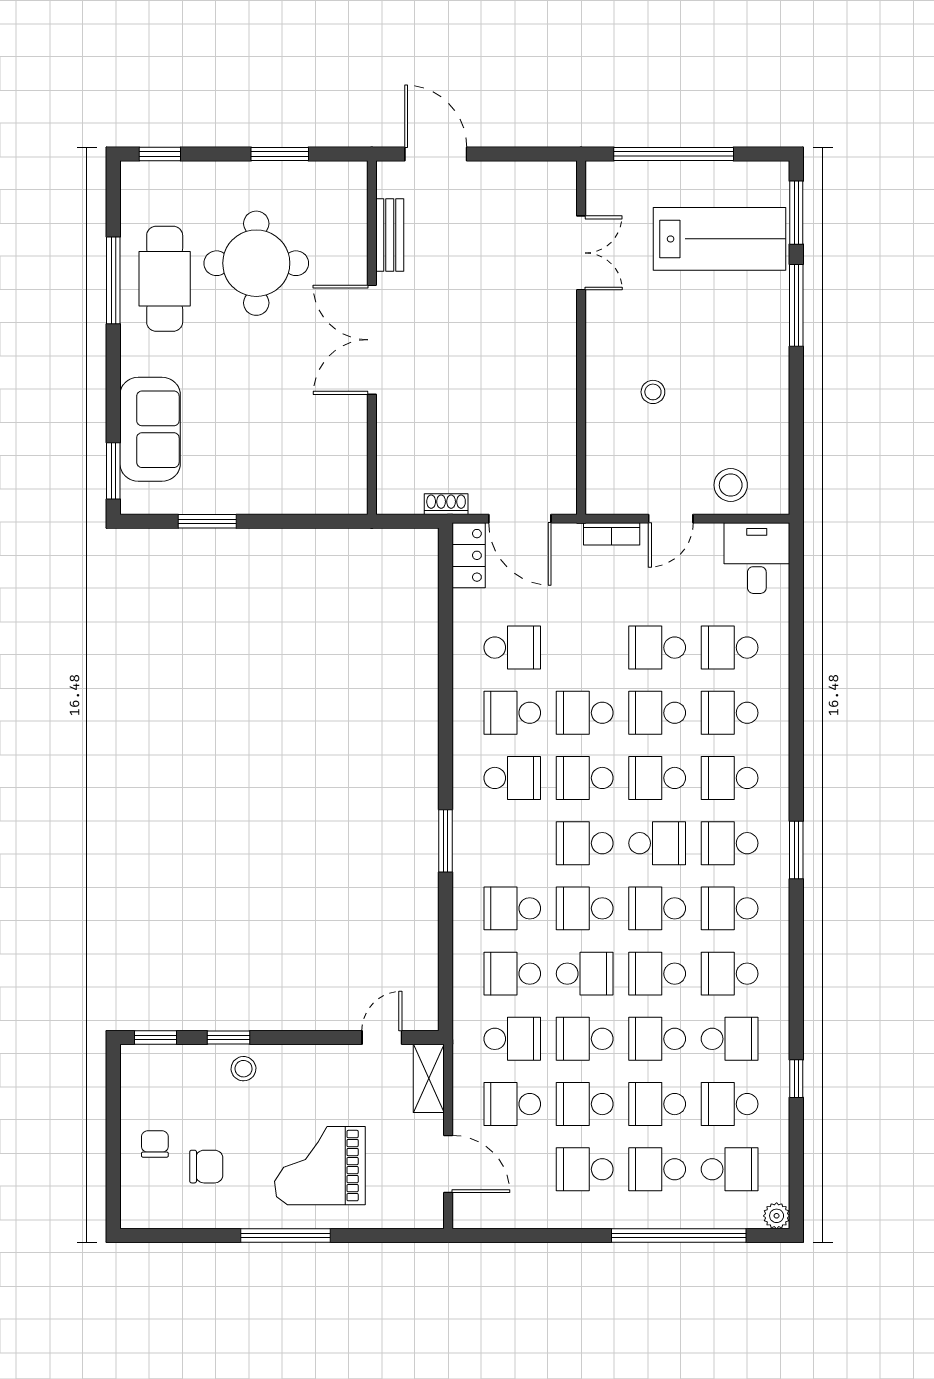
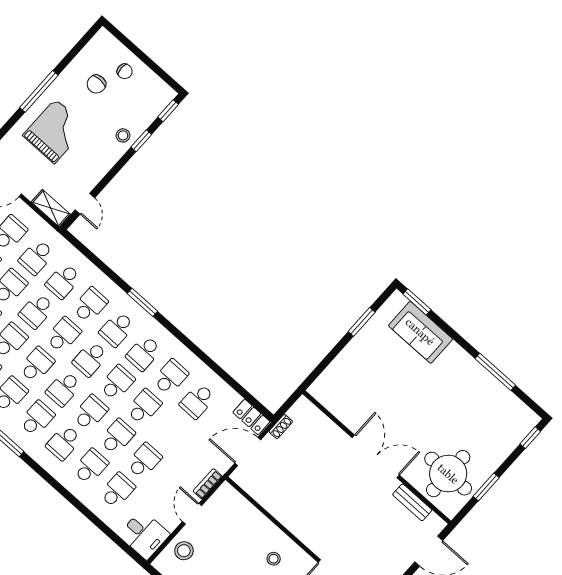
round table: (256, 263) -> (448, 474), moved
cafe table: (165, 279) -> (477, 394), removed
stool: (653, 392) -> (274, 559), moved
school desk: (730, 778) -> (64, 442), turned 180
school desk: (512, 843) -> (117, 329), added
school desk: (585, 843) -> (90, 359), turned 180
school desk: (512, 974) -> (63, 281), turned 180

